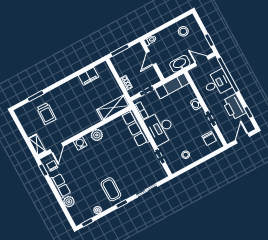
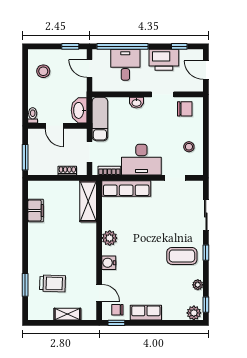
door: (202, 61) -> (90, 69), hinge flipped
washbasin: (180, 64) -> (79, 110), moved
shelving: (37, 145) -> (67, 314), moved
plant: (69, 202) -> (194, 313), moved

